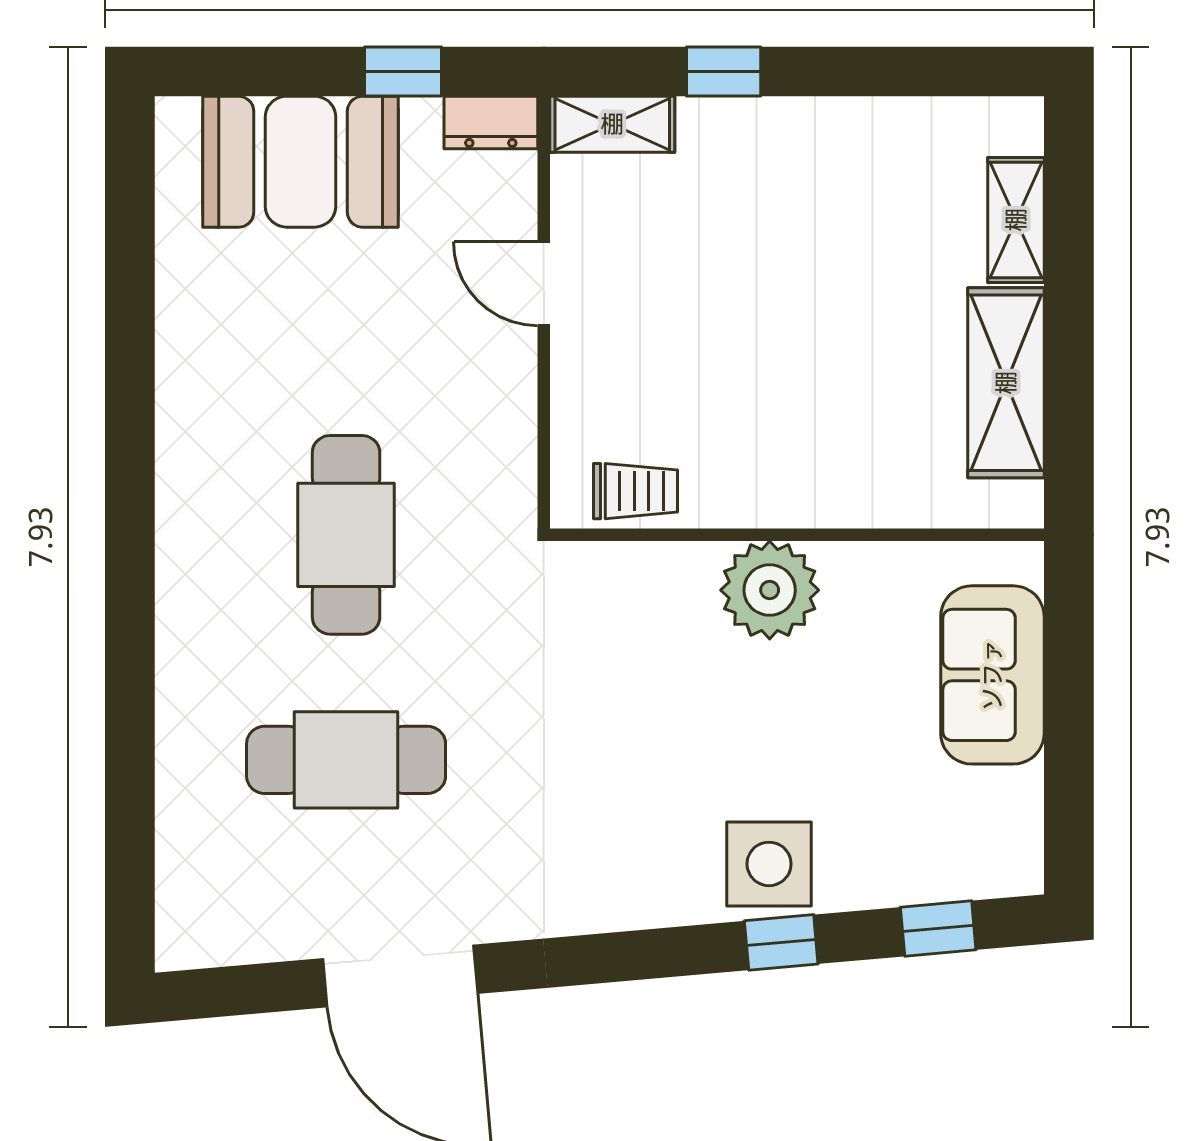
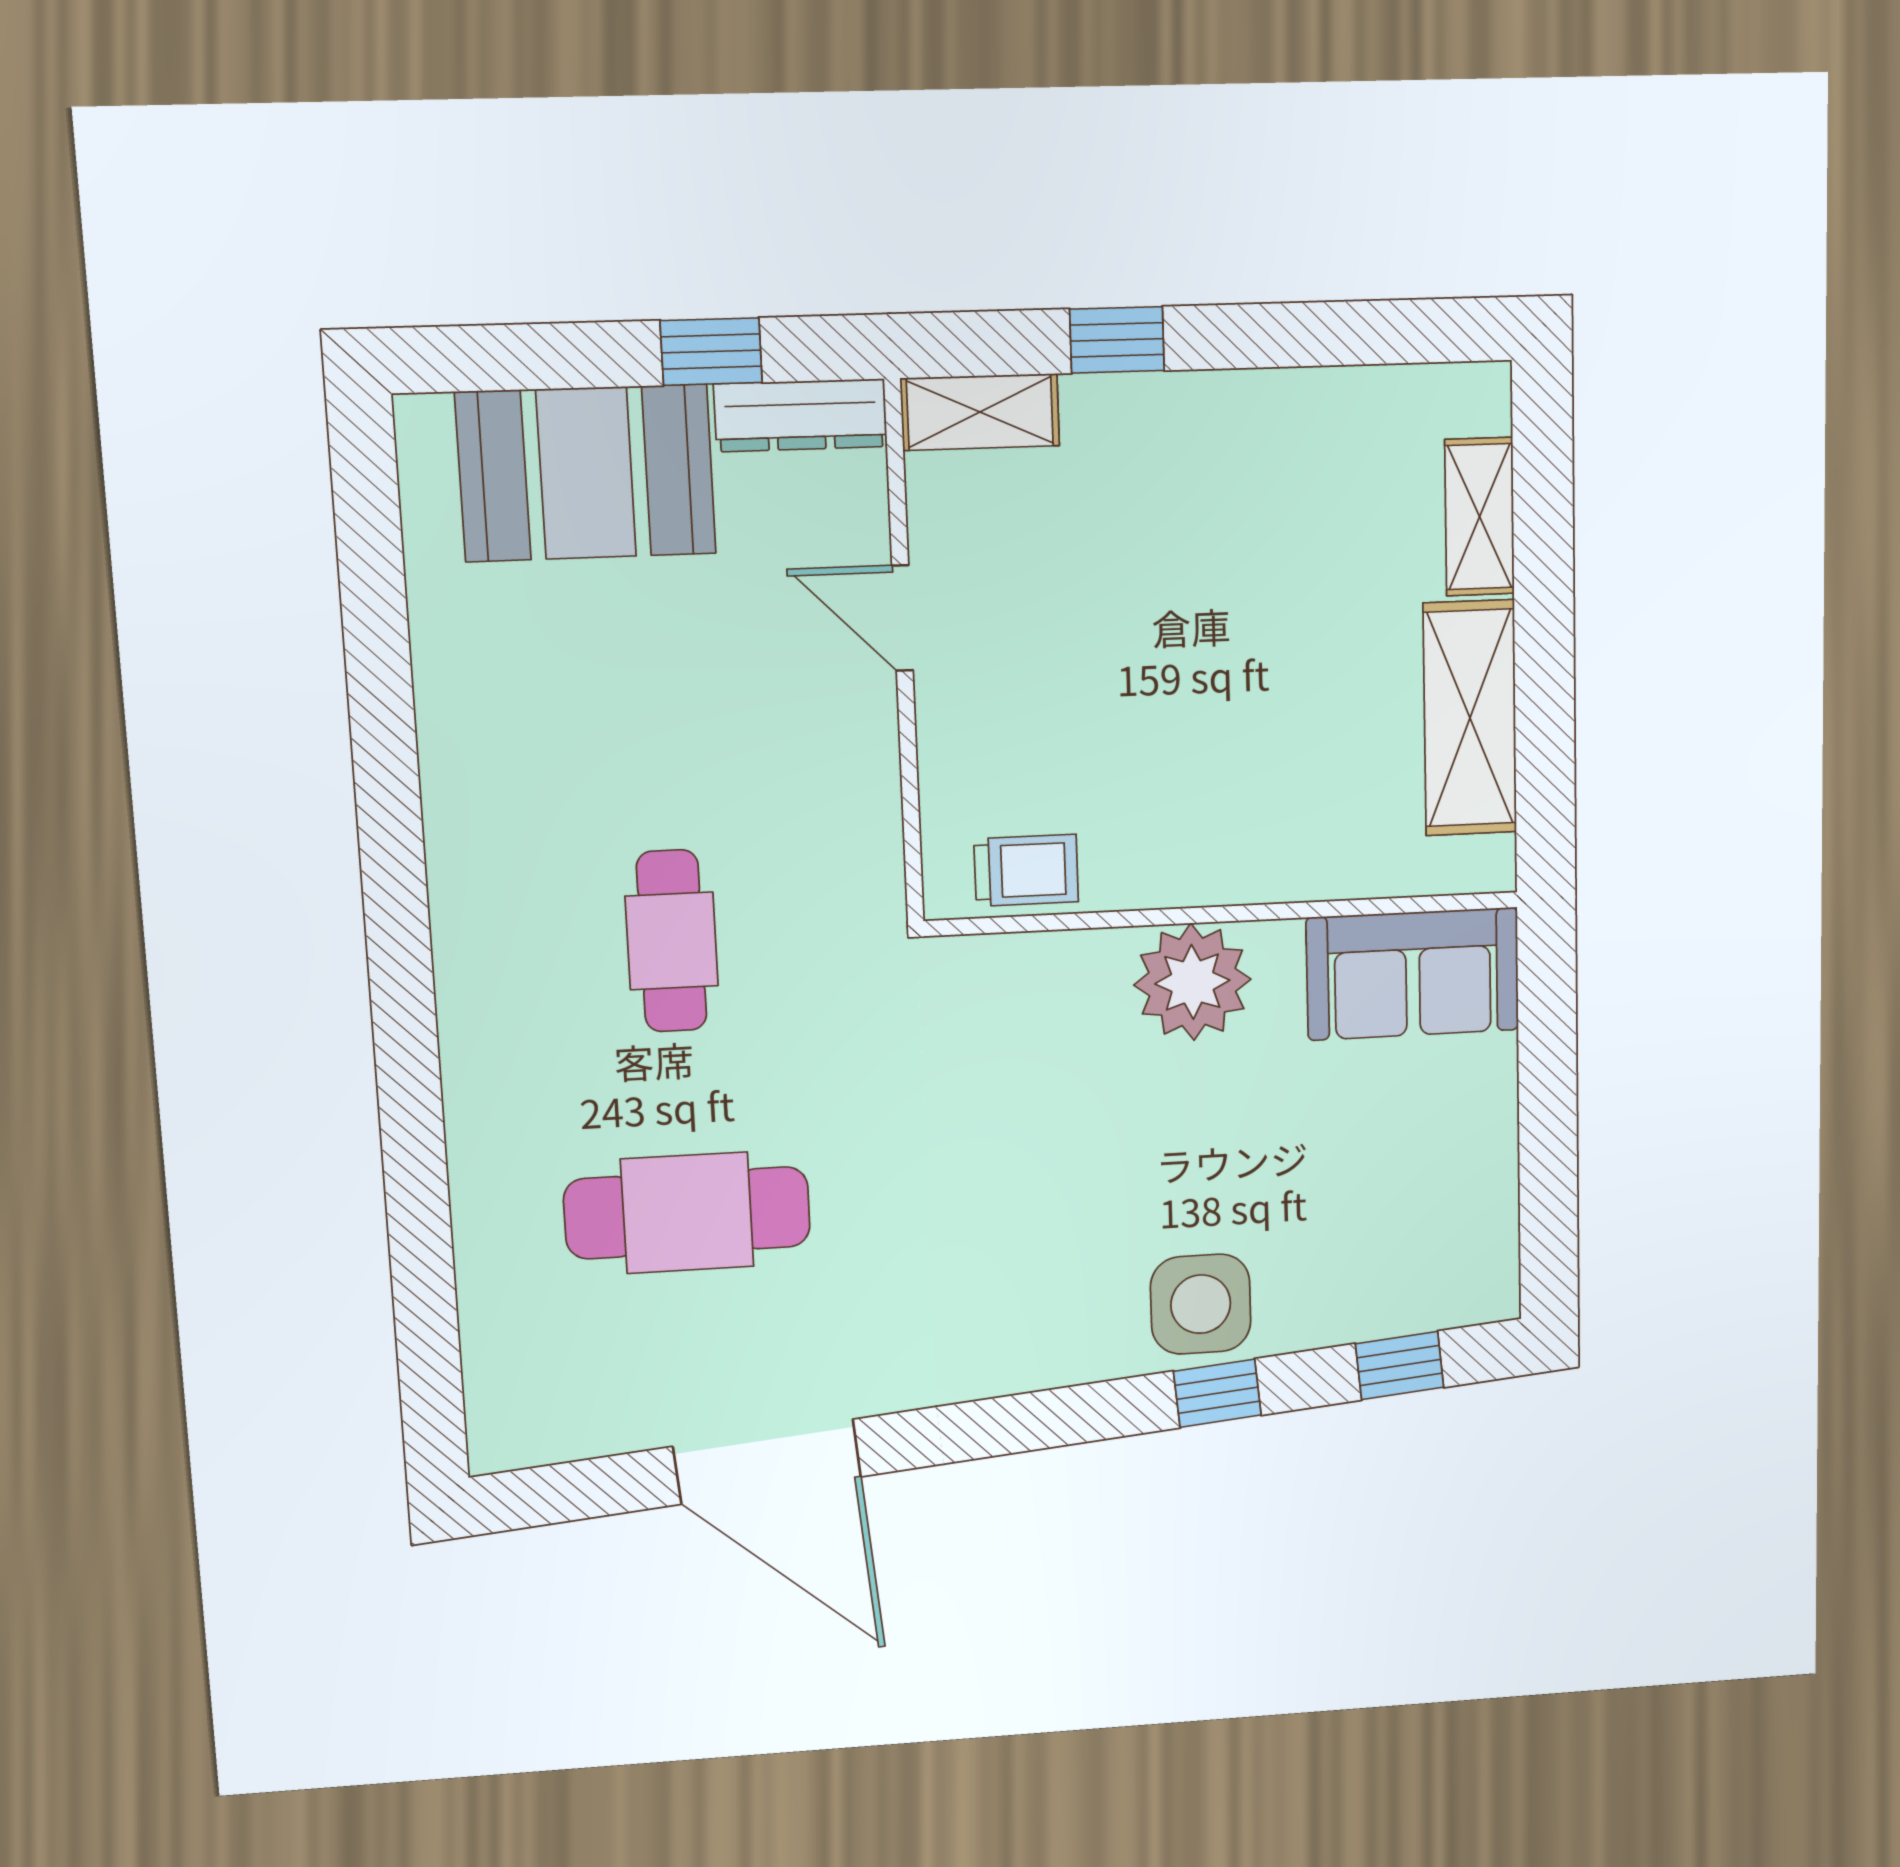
dresser: (491, 122) -> (801, 415), width x1.44
cafe table: (346, 535) -> (672, 941), width x0.73, depth x0.74
sofa: (992, 675) -> (1413, 974), moved, turned -90

